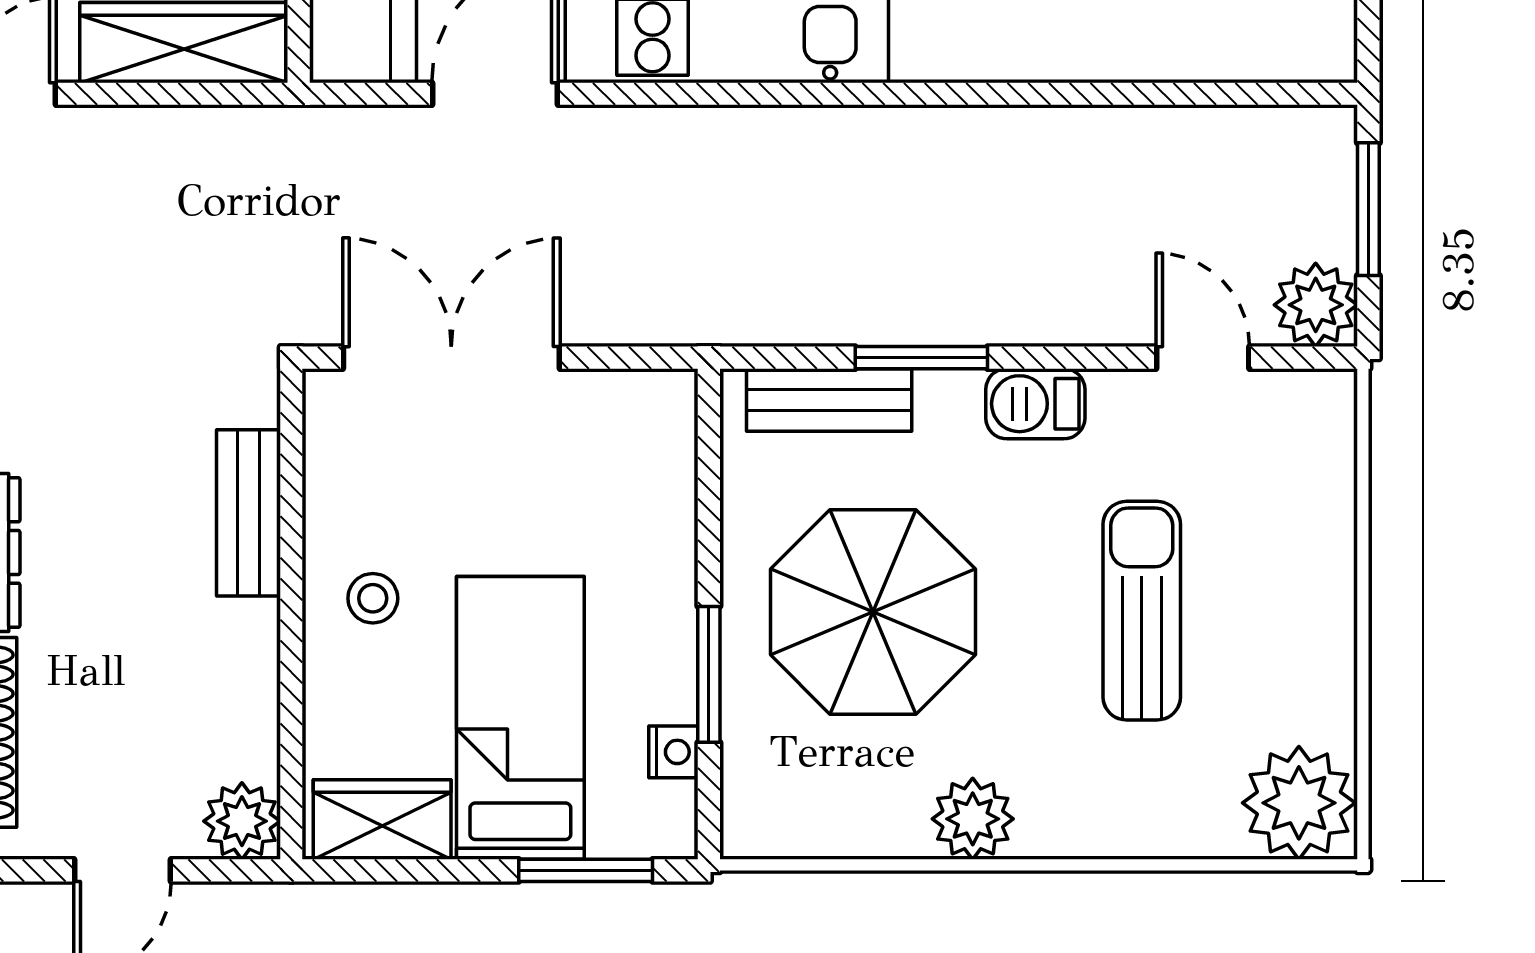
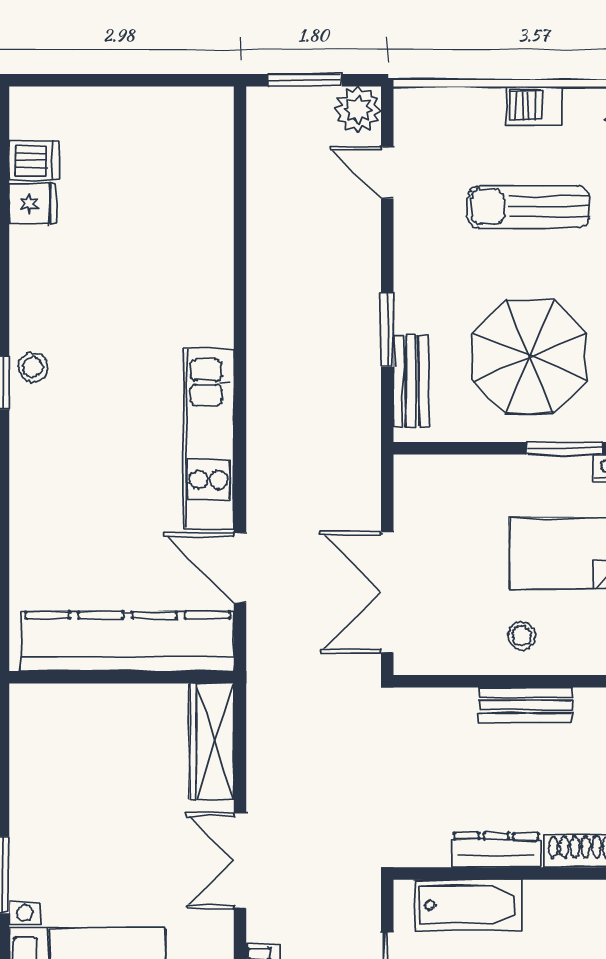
door: (1203, 358) -> (387, 173), hinge flipped
barbecue: (1035, 404) -> (534, 106), moved, turned 90
bench: (248, 513) -> (526, 705), moved

